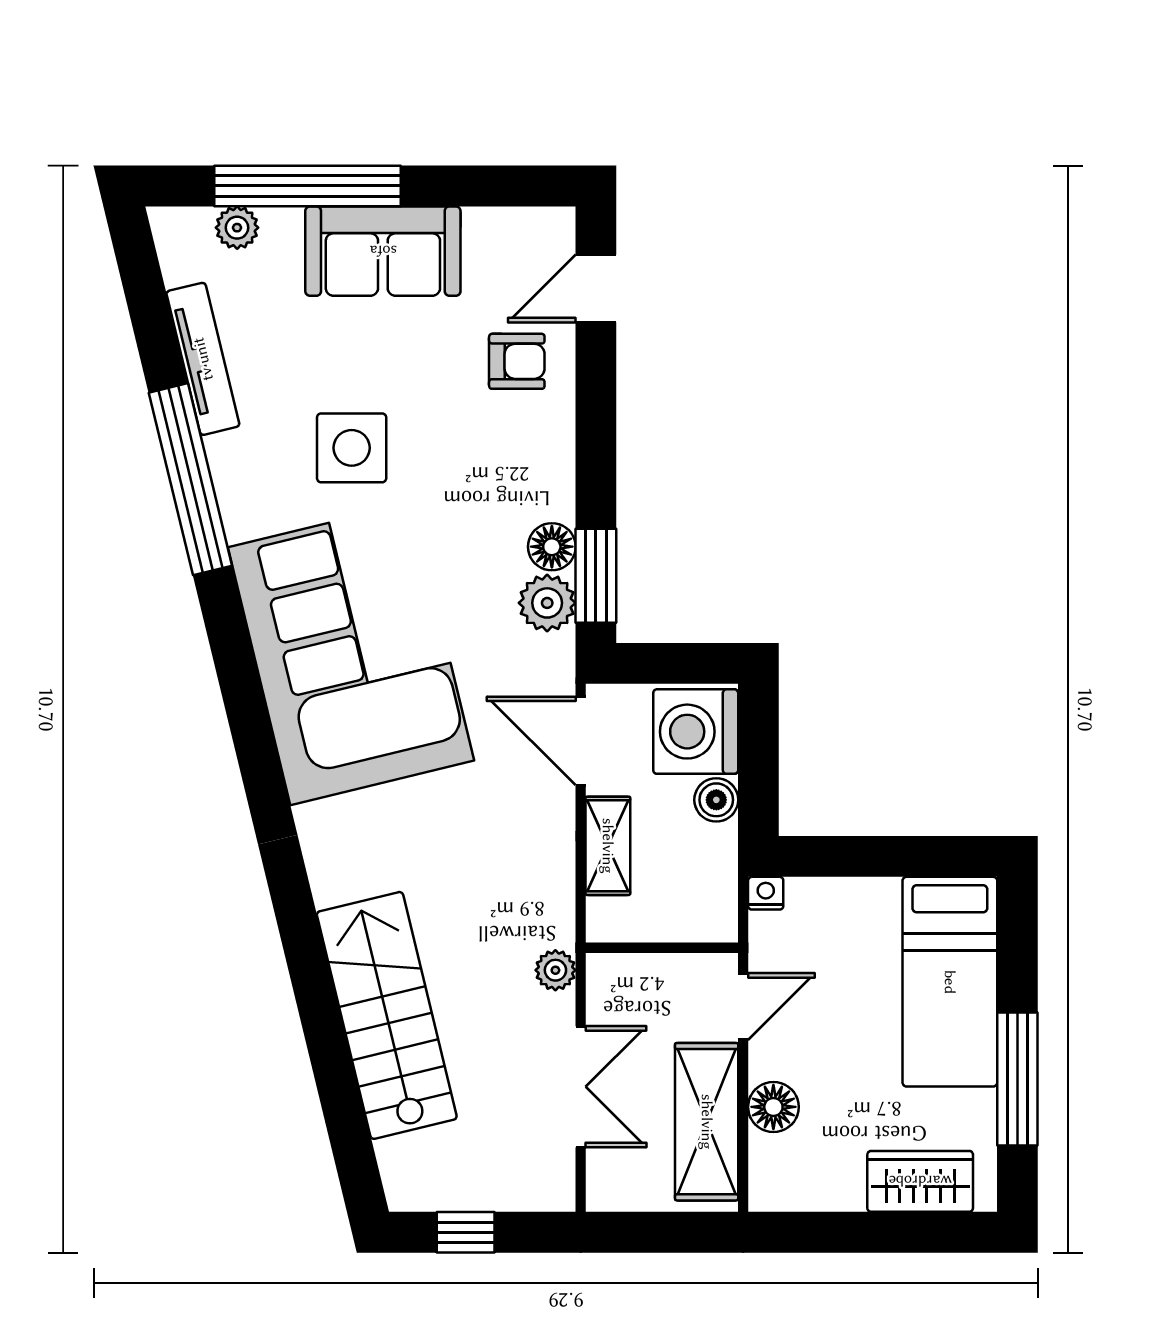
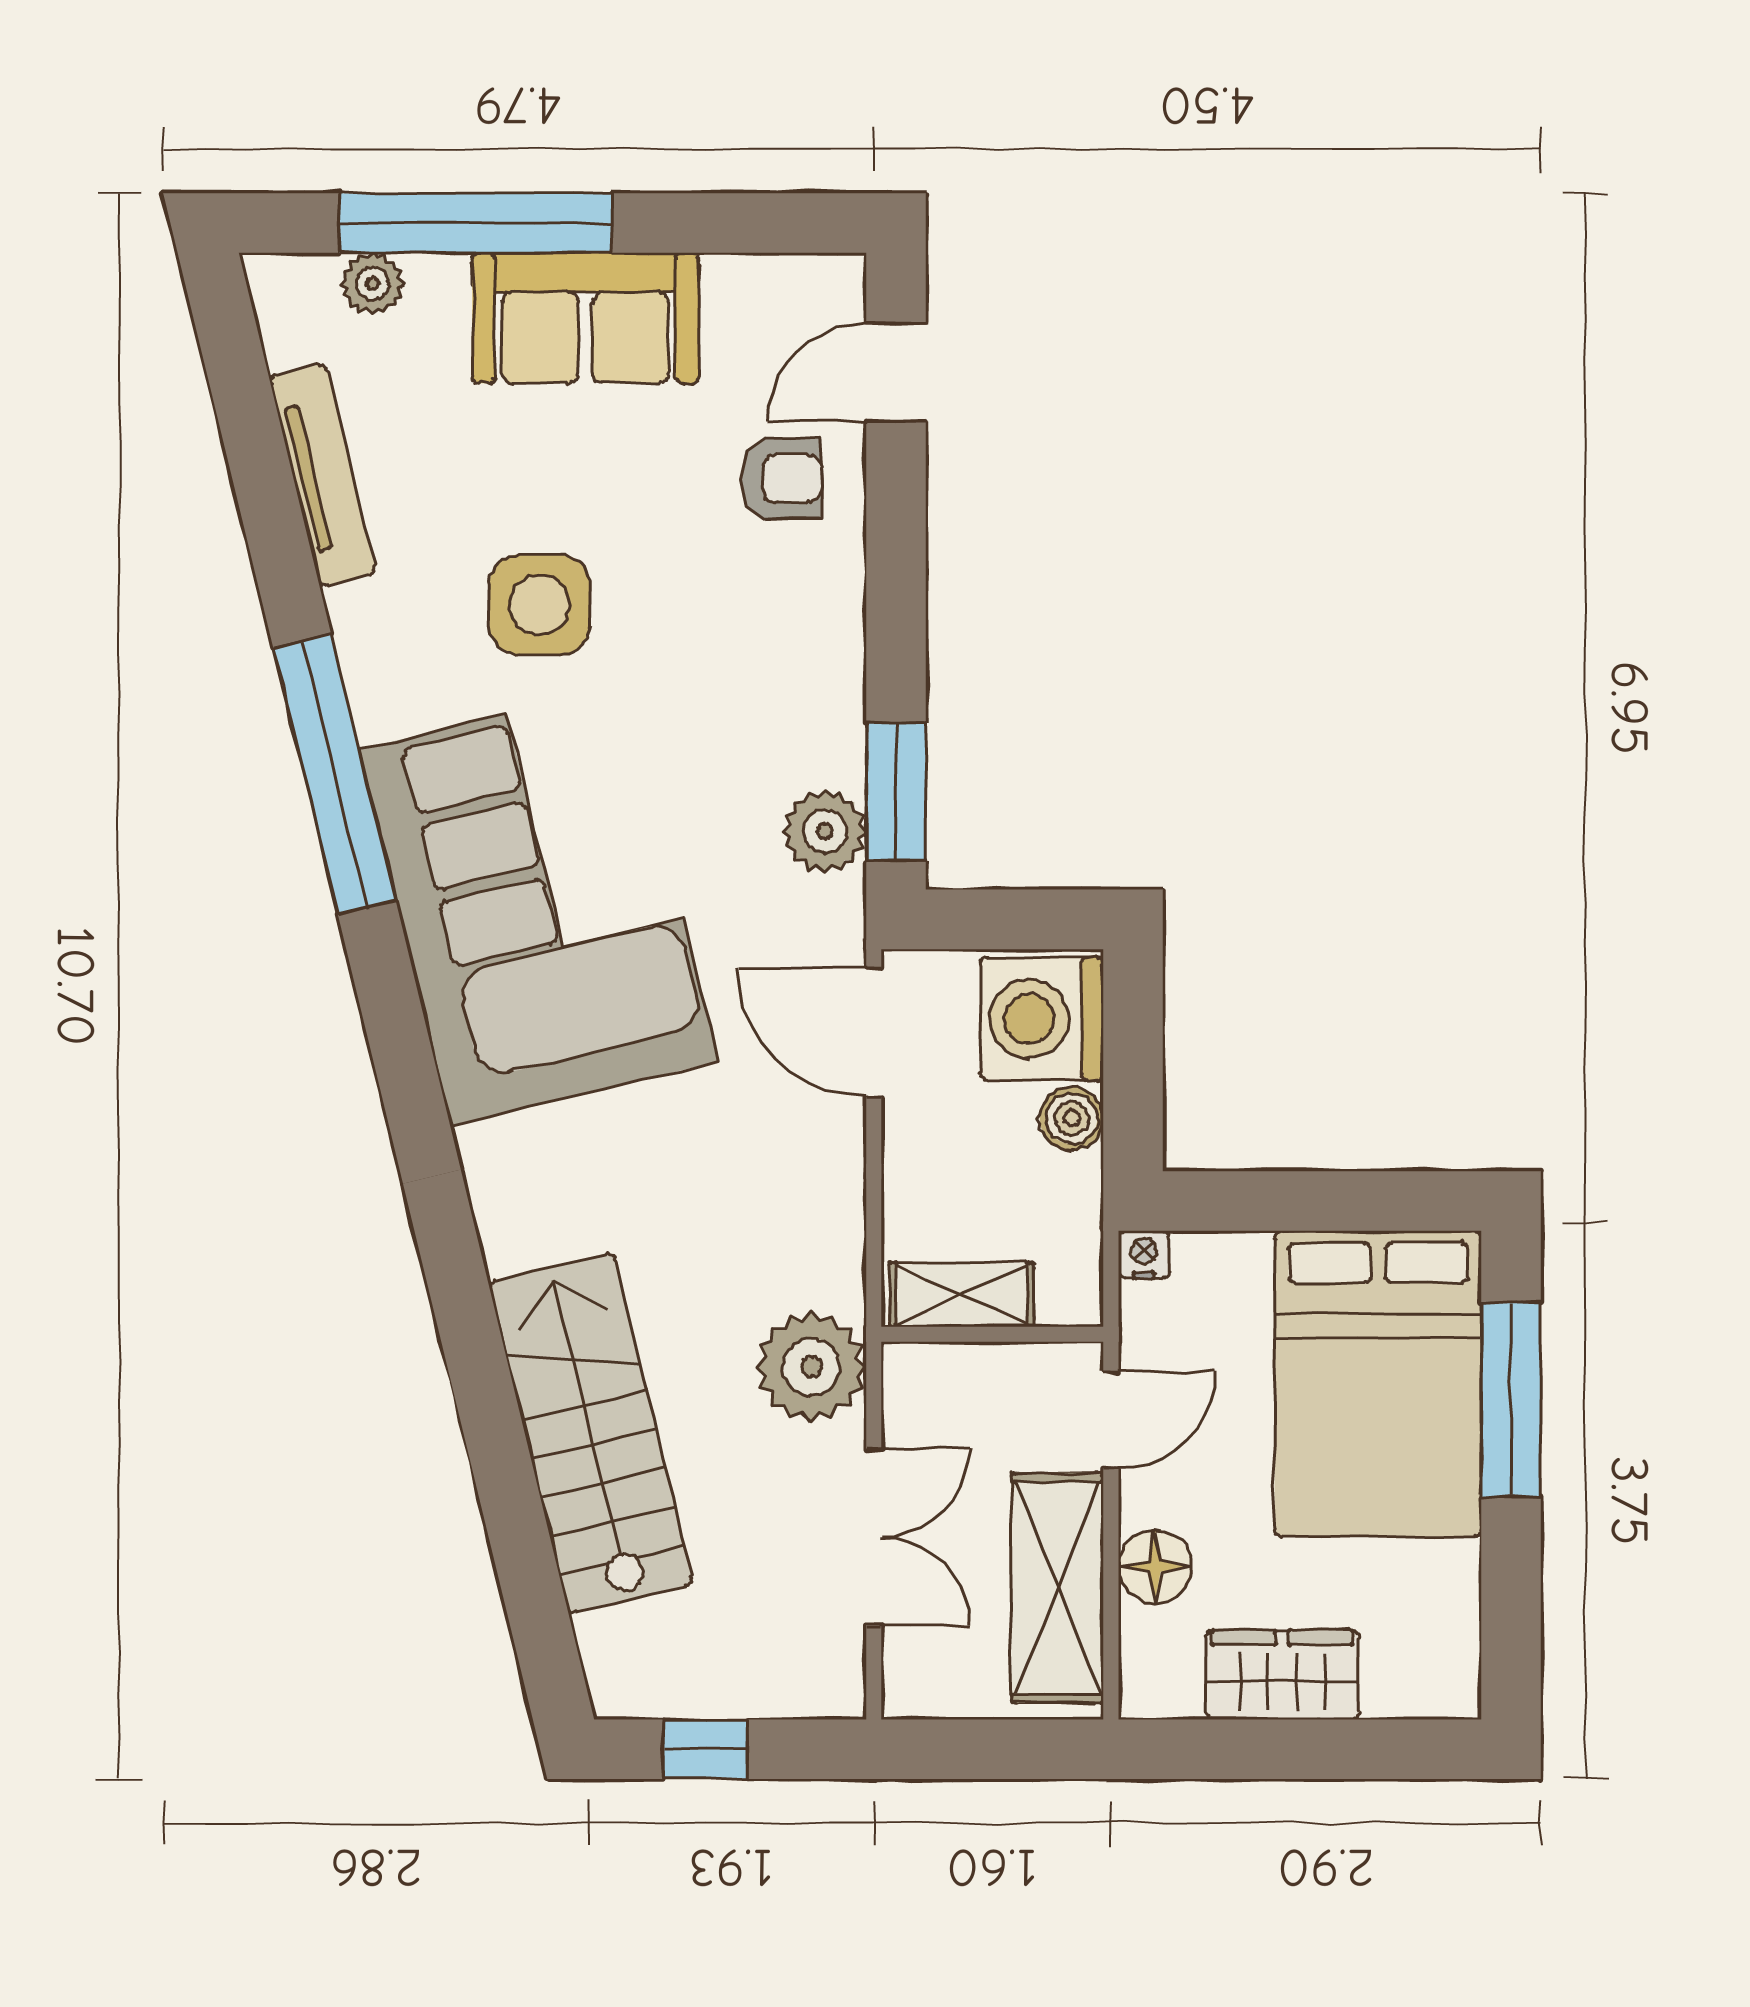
window: (190, 479) -> (334, 774), moved
floor lamp: (552, 547) -> (832, 749), removed
shelving: (608, 846) -> (962, 1295), moved, turned 90
plant: (555, 970) -> (811, 1367), width x1.87, depth x1.87
bed: (950, 982) -> (1378, 1384), width x1.50
window: (1017, 1079) -> (1511, 1400), moved
wardrobe: (920, 1181) -> (1282, 1675), moved

